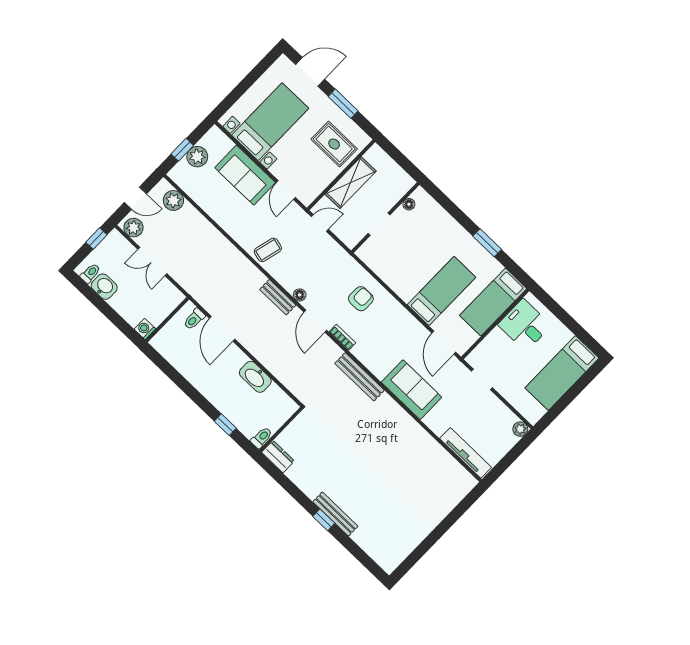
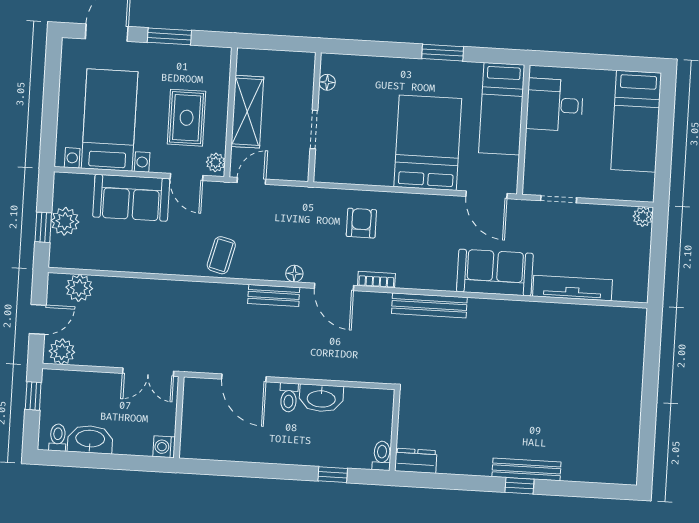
rug: (334, 144) -> (187, 118), moved, turned 90
plant: (309, 196) -> (216, 162), added
double door: (152, 261) -> (148, 372), moved
washbasin: (104, 287) -> (90, 439), width x1.38
bed: (442, 291) -> (428, 143), width x1.50
toilet: (194, 319) -> (289, 397), moved
tv unit: (466, 453) -> (572, 288), moved

